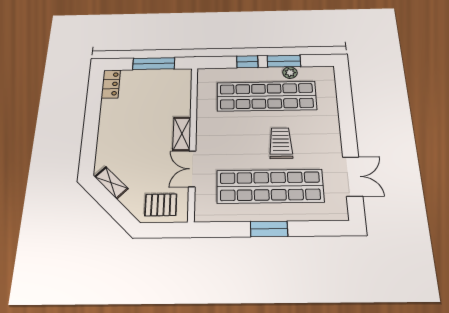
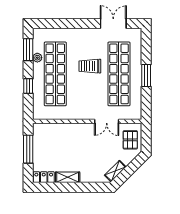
window: (284, 61) -> (28, 50), moved
shelving: (182, 134) -> (68, 177), moved

